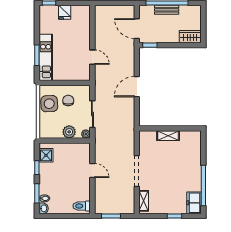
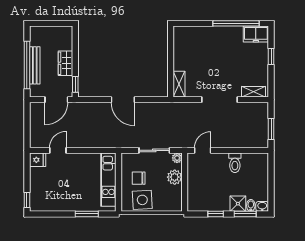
bench: (167, 10) -> (35, 65), width x1.36
fridge: (65, 12) -> (38, 160), moved
wardrobe: (190, 37) -> (66, 63), moved
kitchen unit: (46, 57) -> (108, 180), moved, turned -90
door: (92, 57) -> (58, 150), moved
shelving: (168, 136) -> (179, 84), moved
shower: (46, 155) -> (238, 204), moved
door: (92, 171) -> (203, 150), moved
toilet: (82, 206) -> (235, 163), moved

